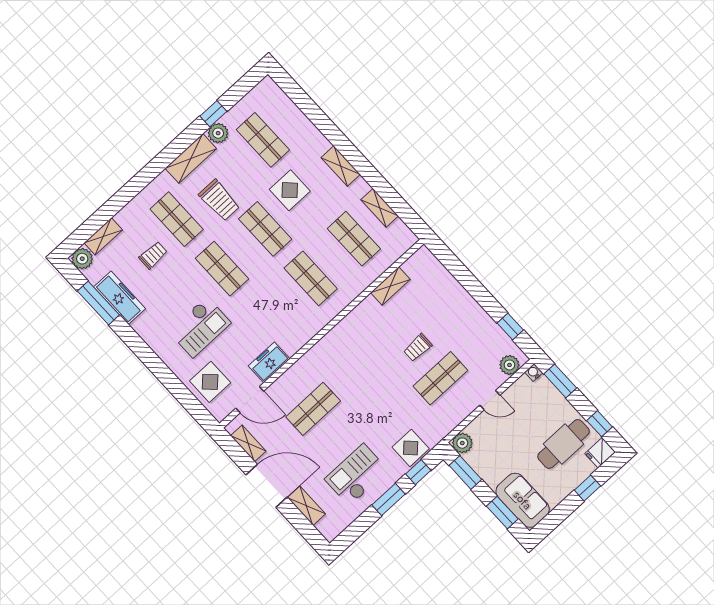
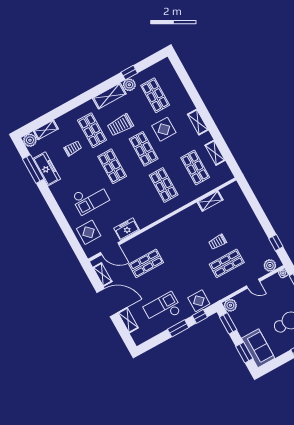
trolley: (219, 200) -> (120, 125), turned 90

